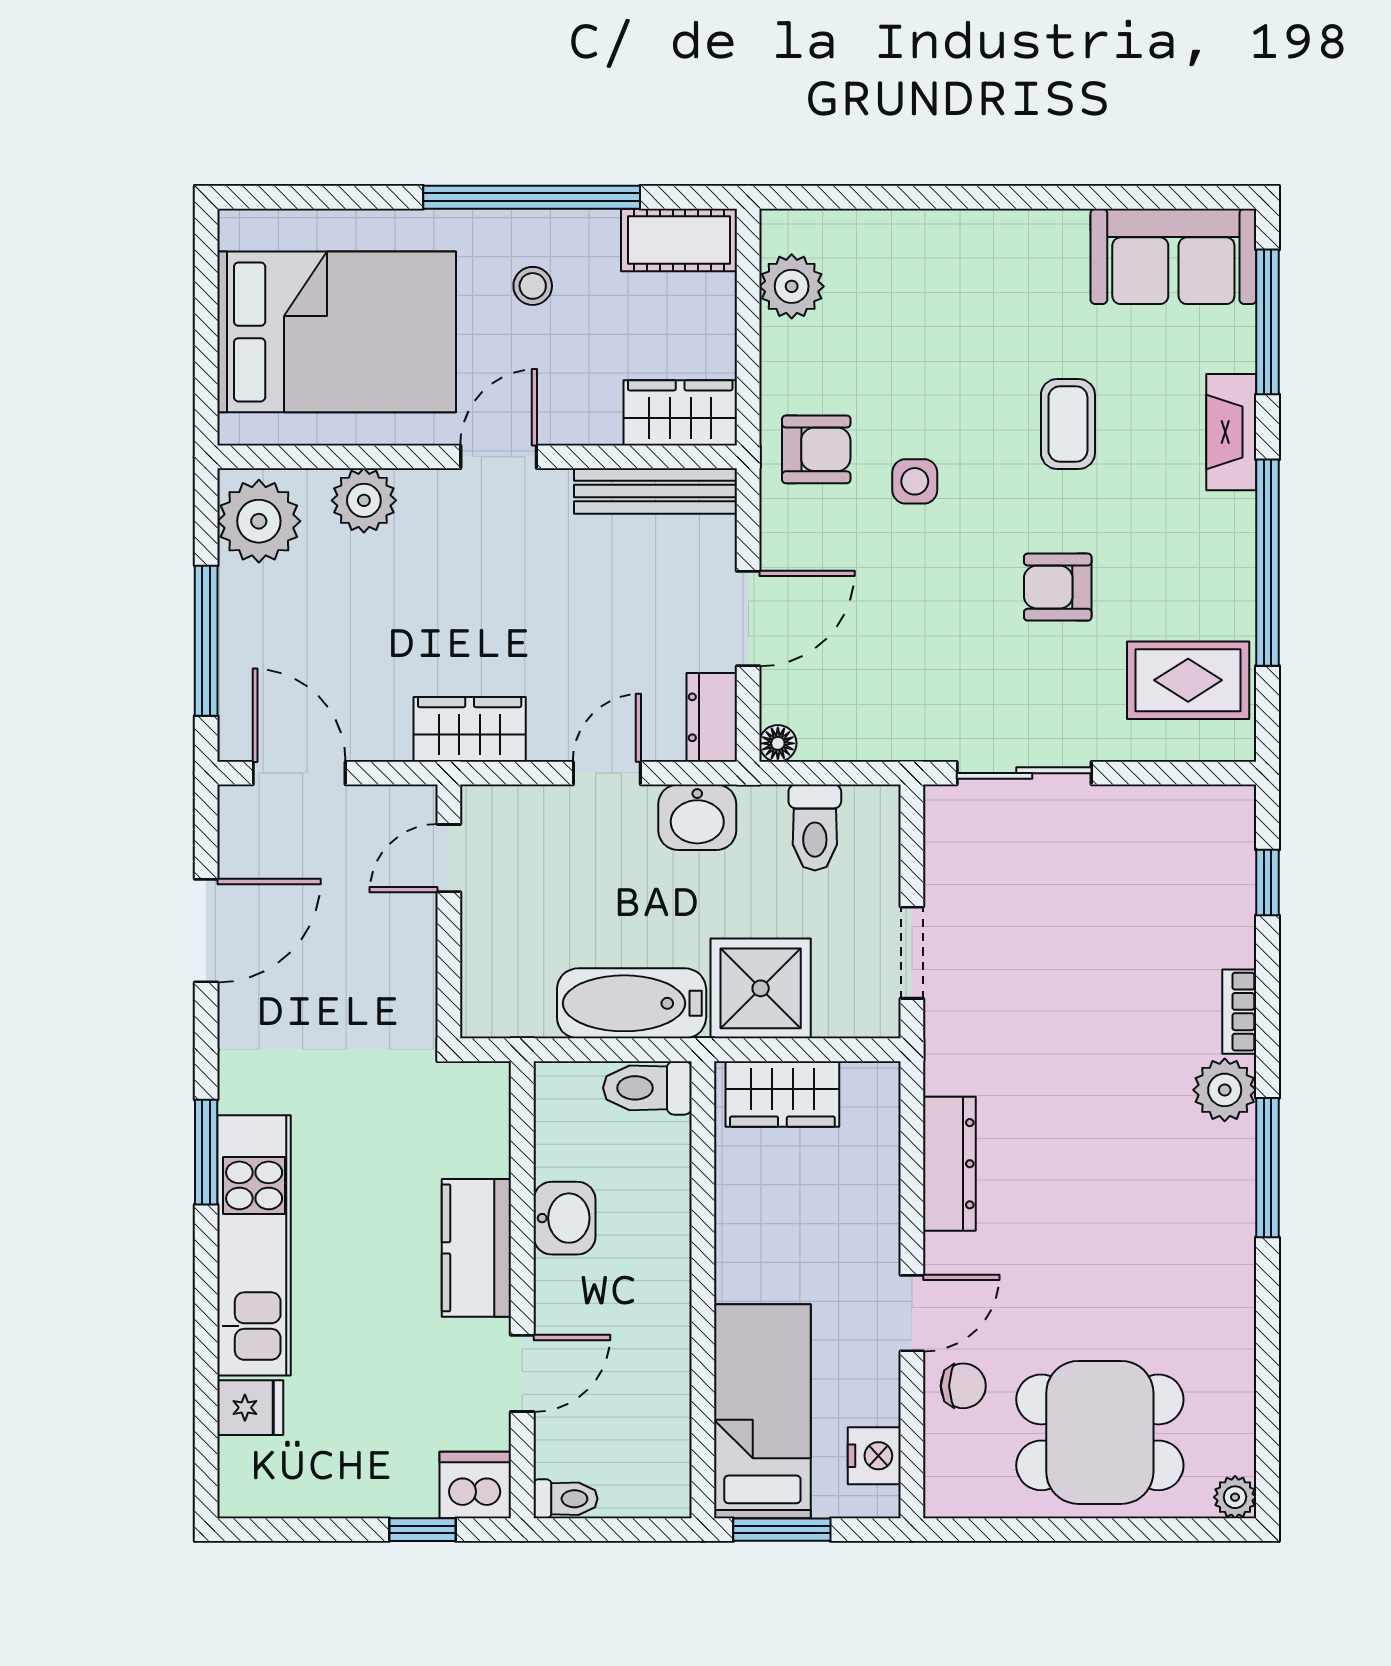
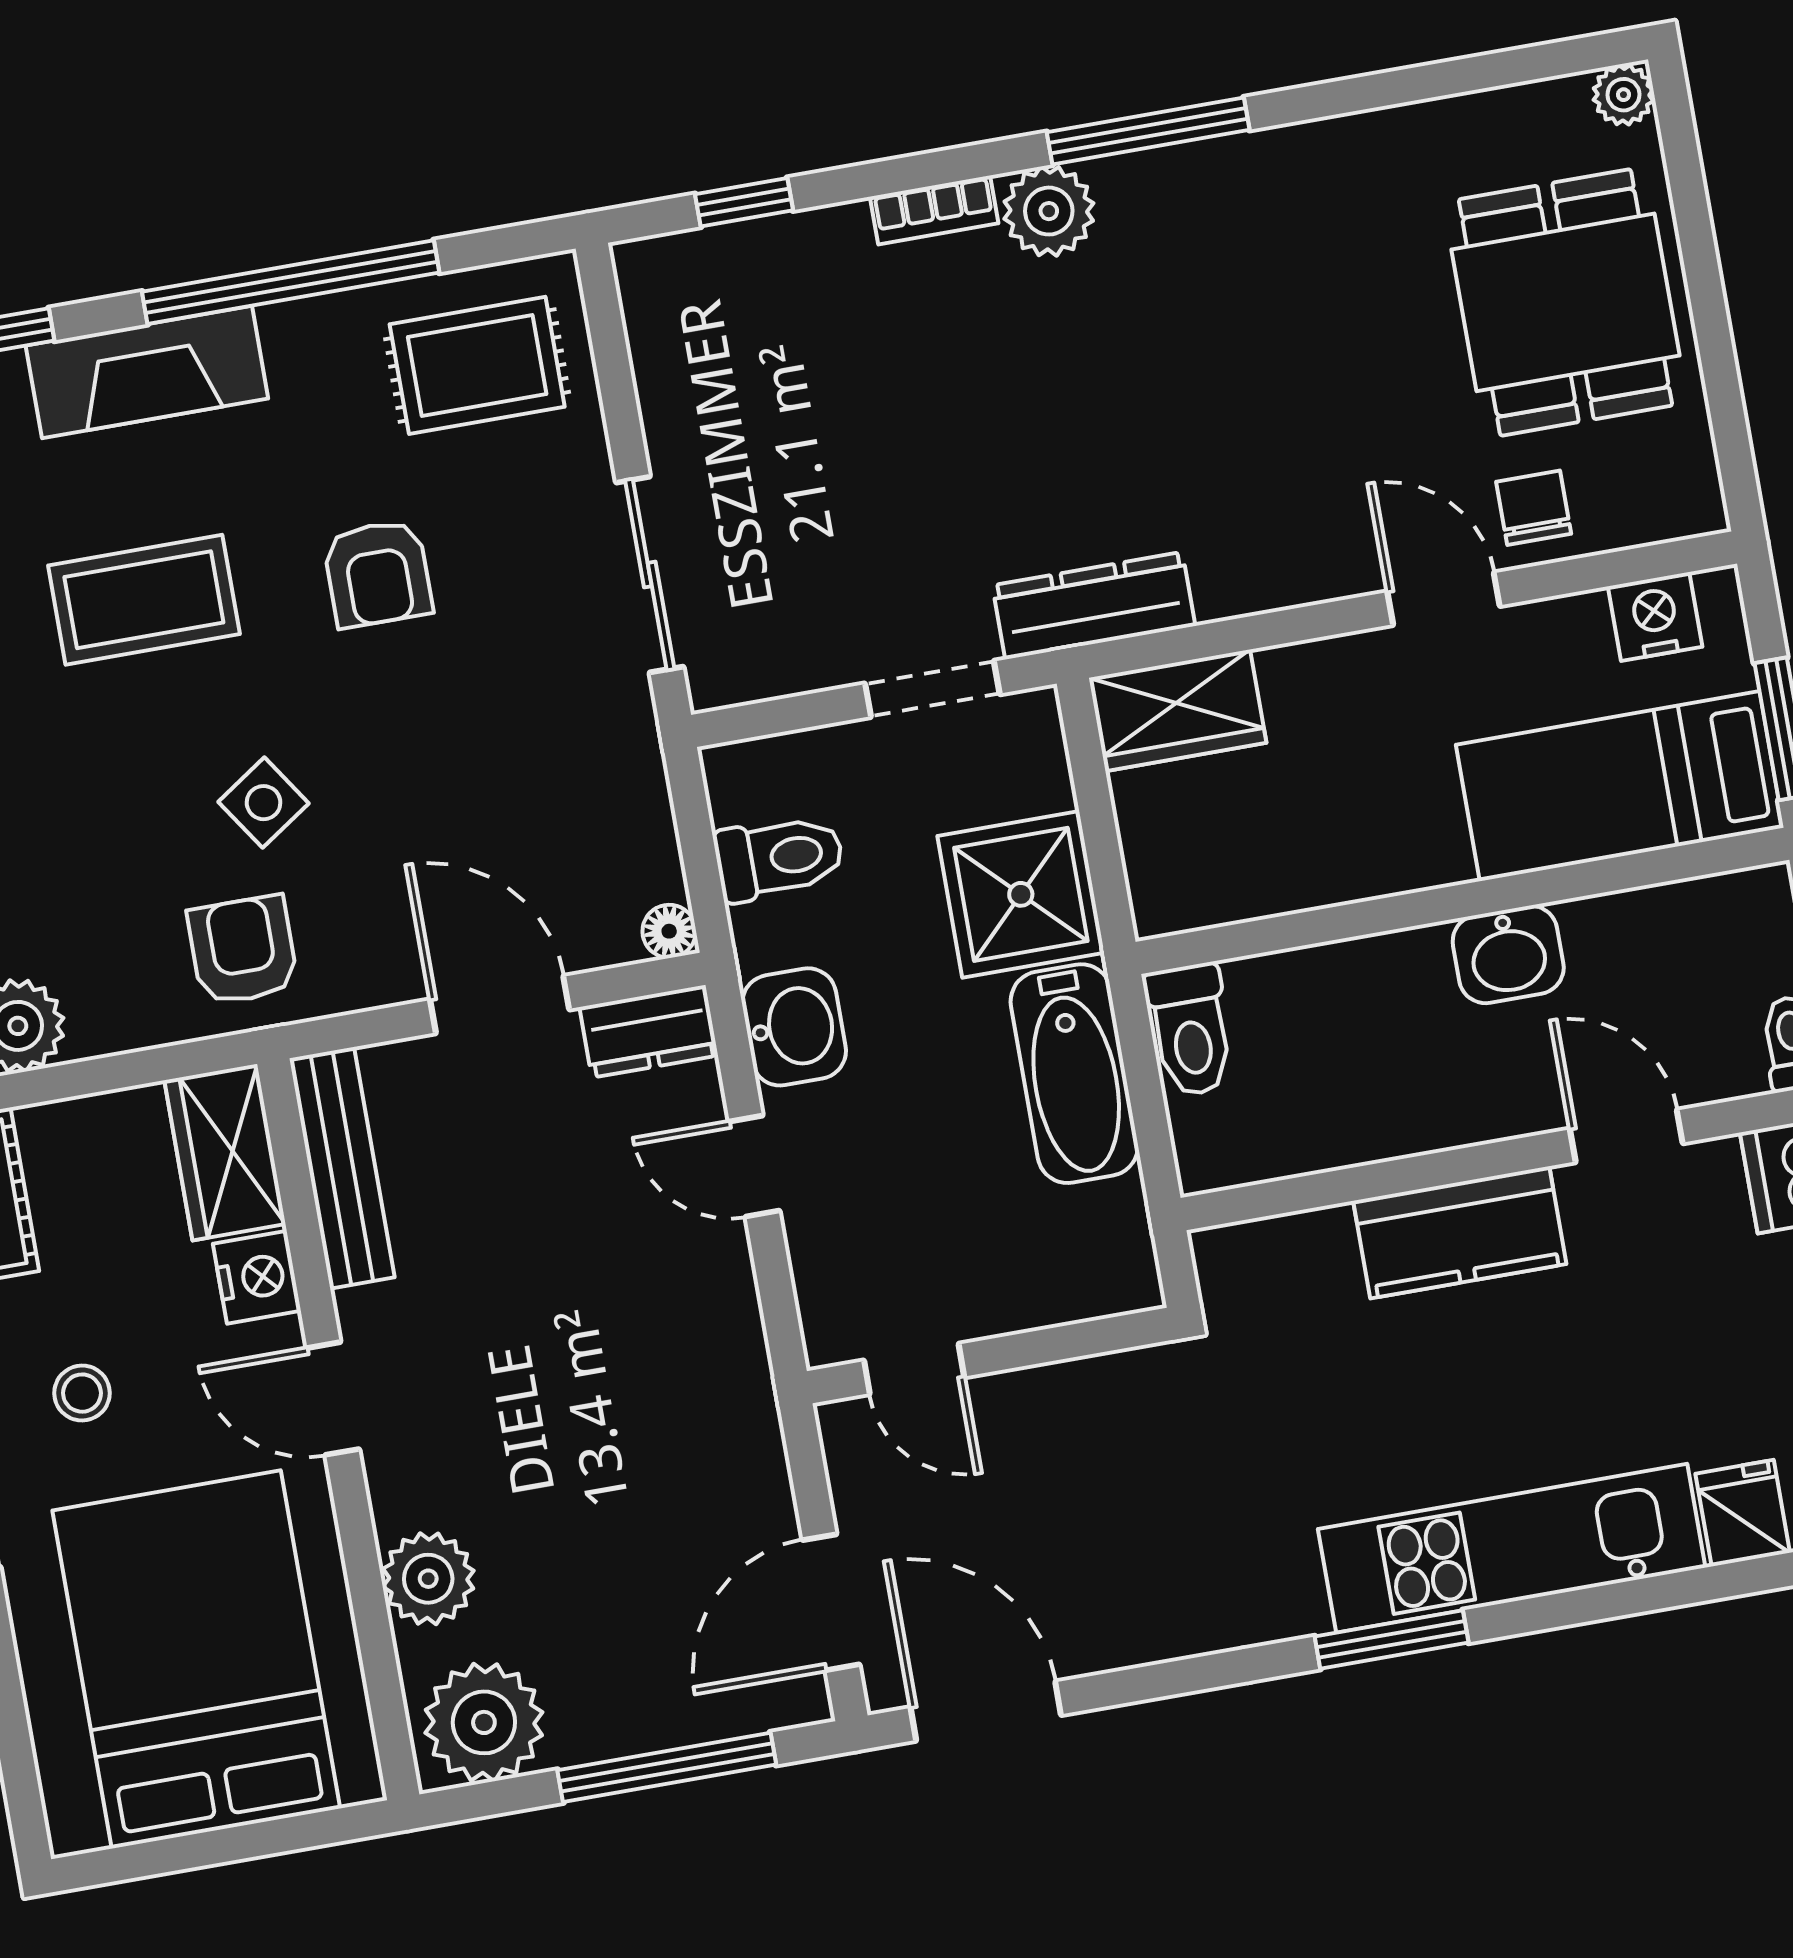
nightstand: (591, 420) -> (257, 1277), added
coffee table: (1068, 424) -> (144, 600), width x1.36, depth x1.30
fireplace: (1231, 432) -> (147, 372), width x1.37, depth x1.32
side table: (915, 481) -> (264, 803), turned -34
rug: (1188, 680) -> (477, 365), turned 90
wardrobe: (470, 729) -> (726, 1372), removed
door: (206, 931) -> (986, 1711), moved
wardrobe: (782, 1094) -> (1178, 710), moved, turned 90
dresser: (949, 1164) -> (1094, 606), moved
washbasin: (564, 1218) -> (1508, 955), moved, turned 180

